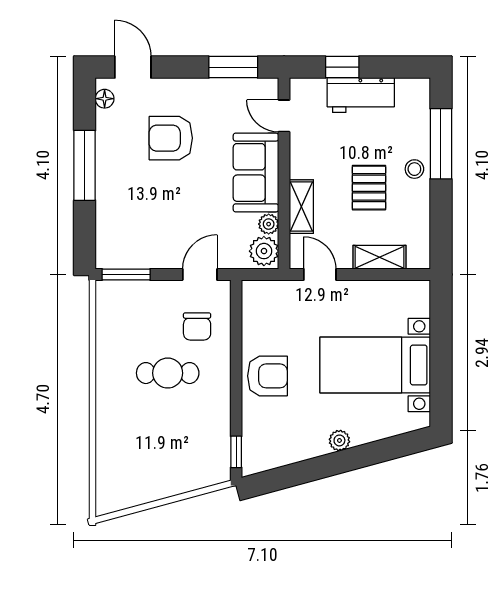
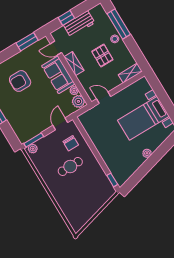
shelving: (301, 207) -> (74, 64), moved
shelving: (379, 257) -> (130, 73), moved
plant: (114, 291) -> (33, 149), added
armchair: (267, 376) -> (107, 146), removed

